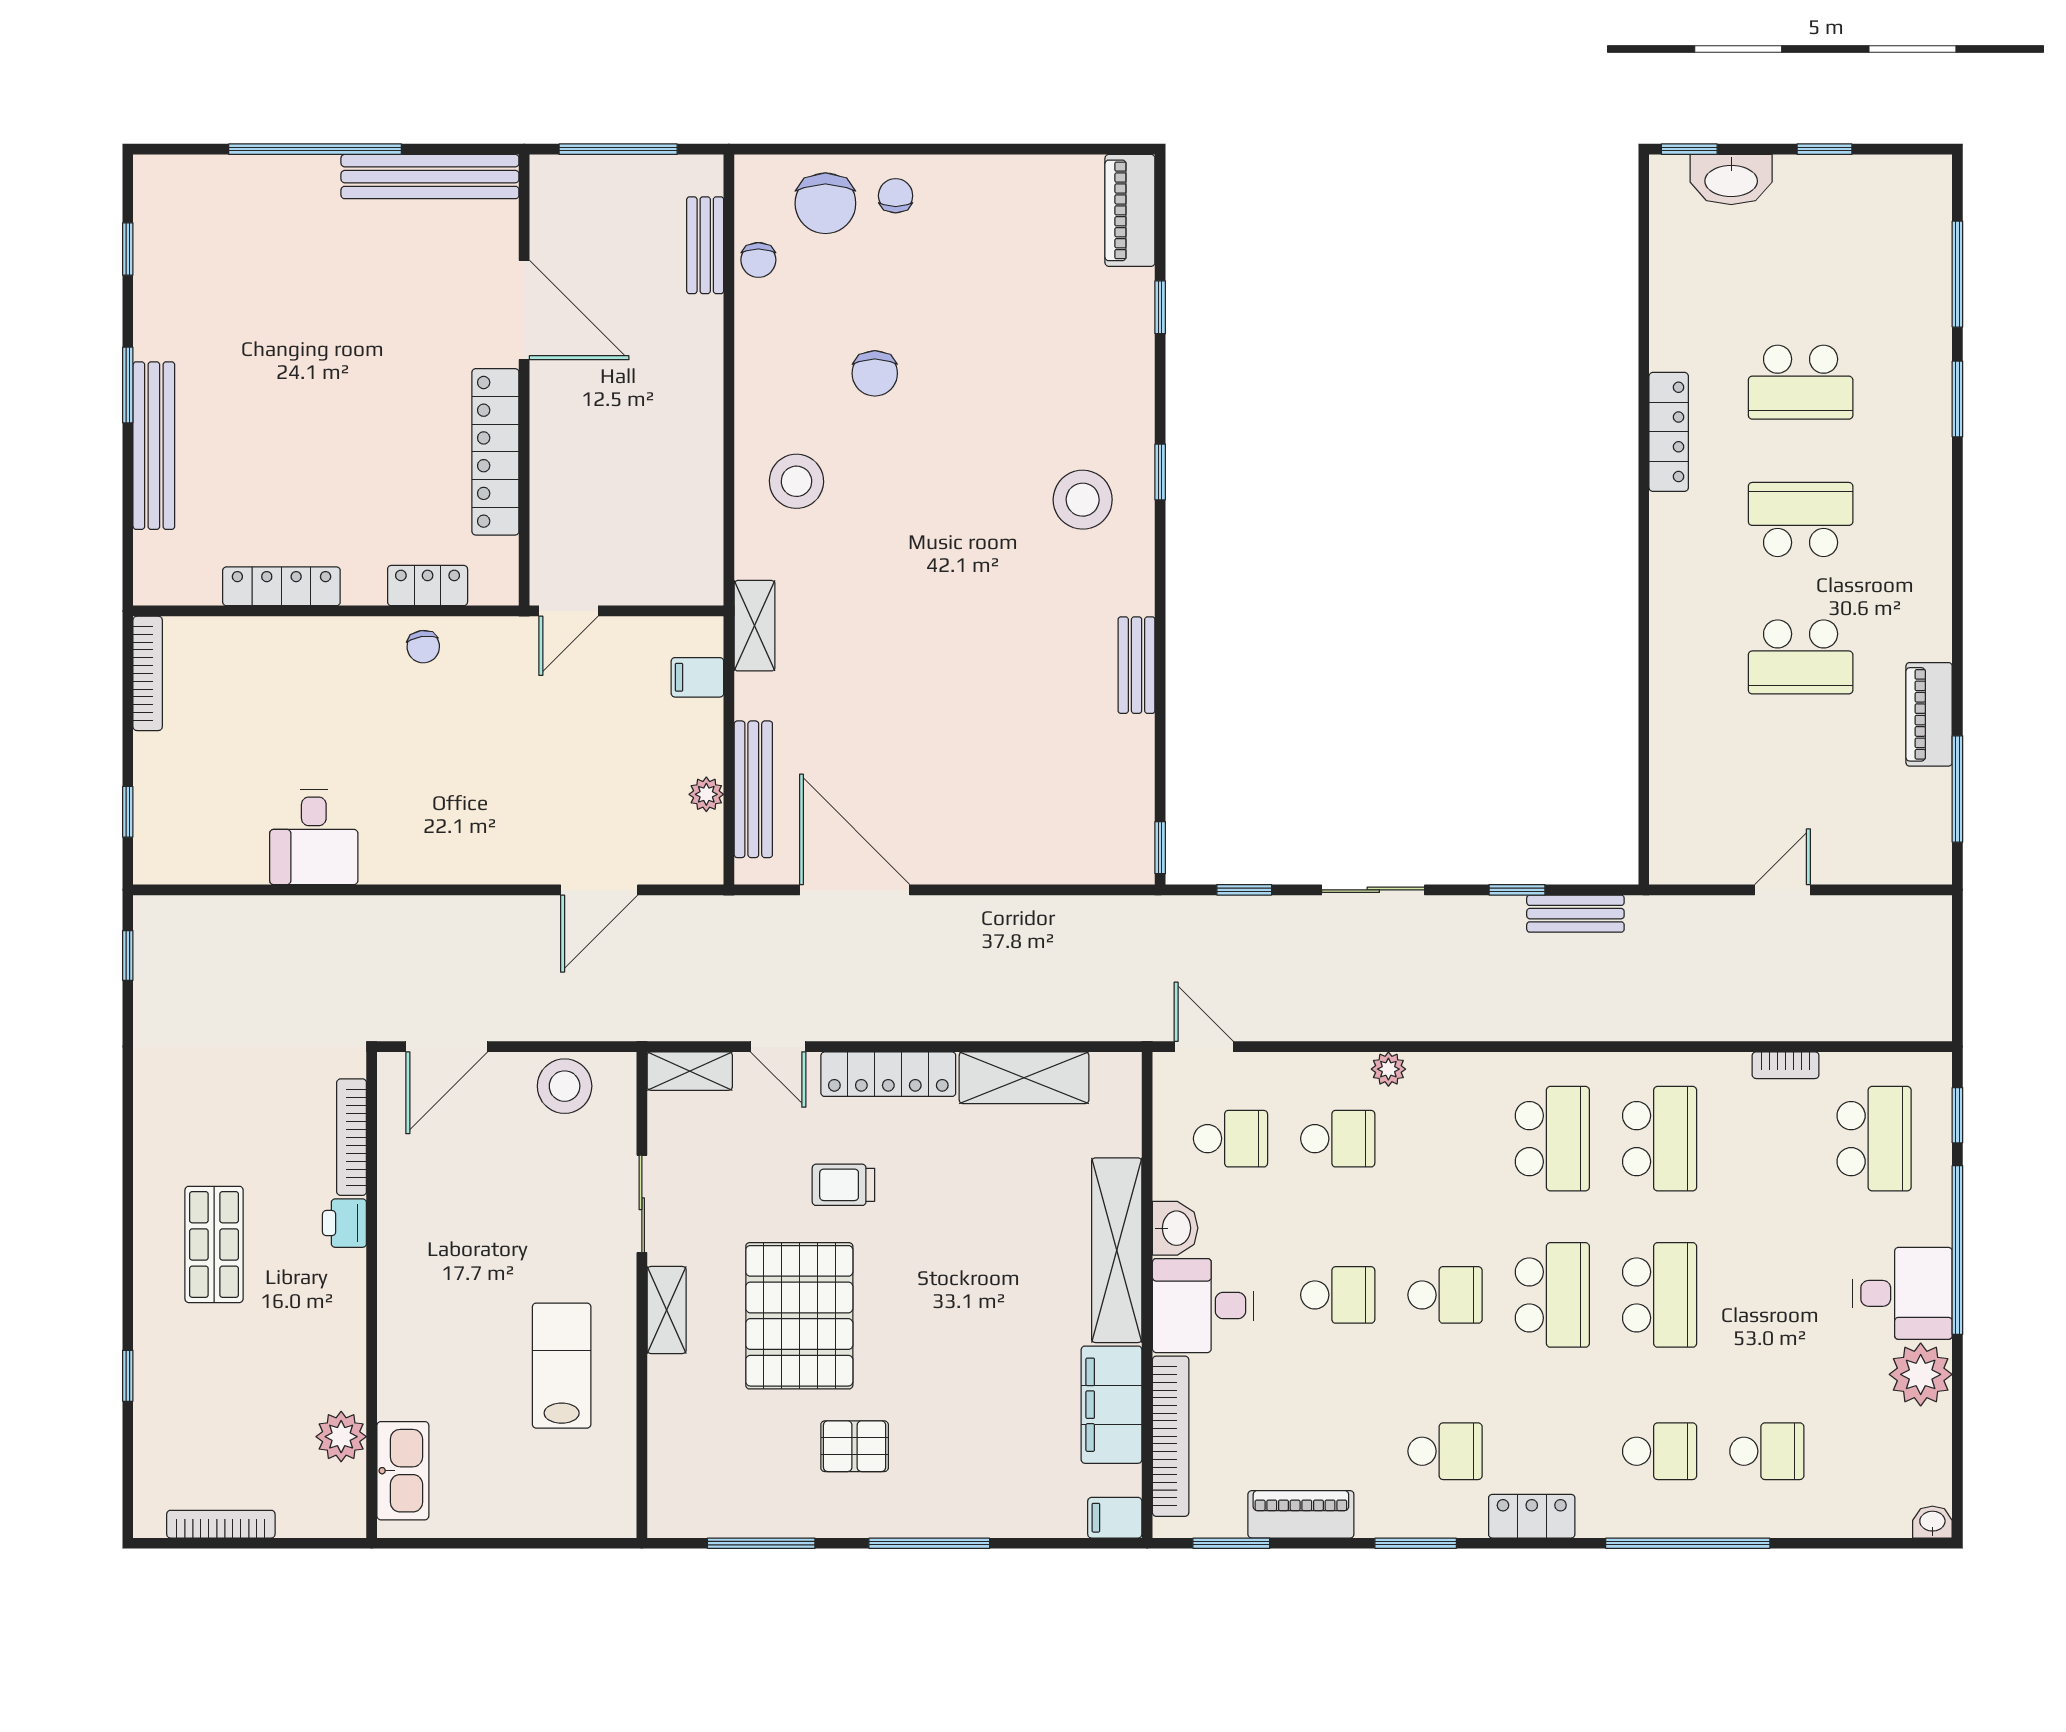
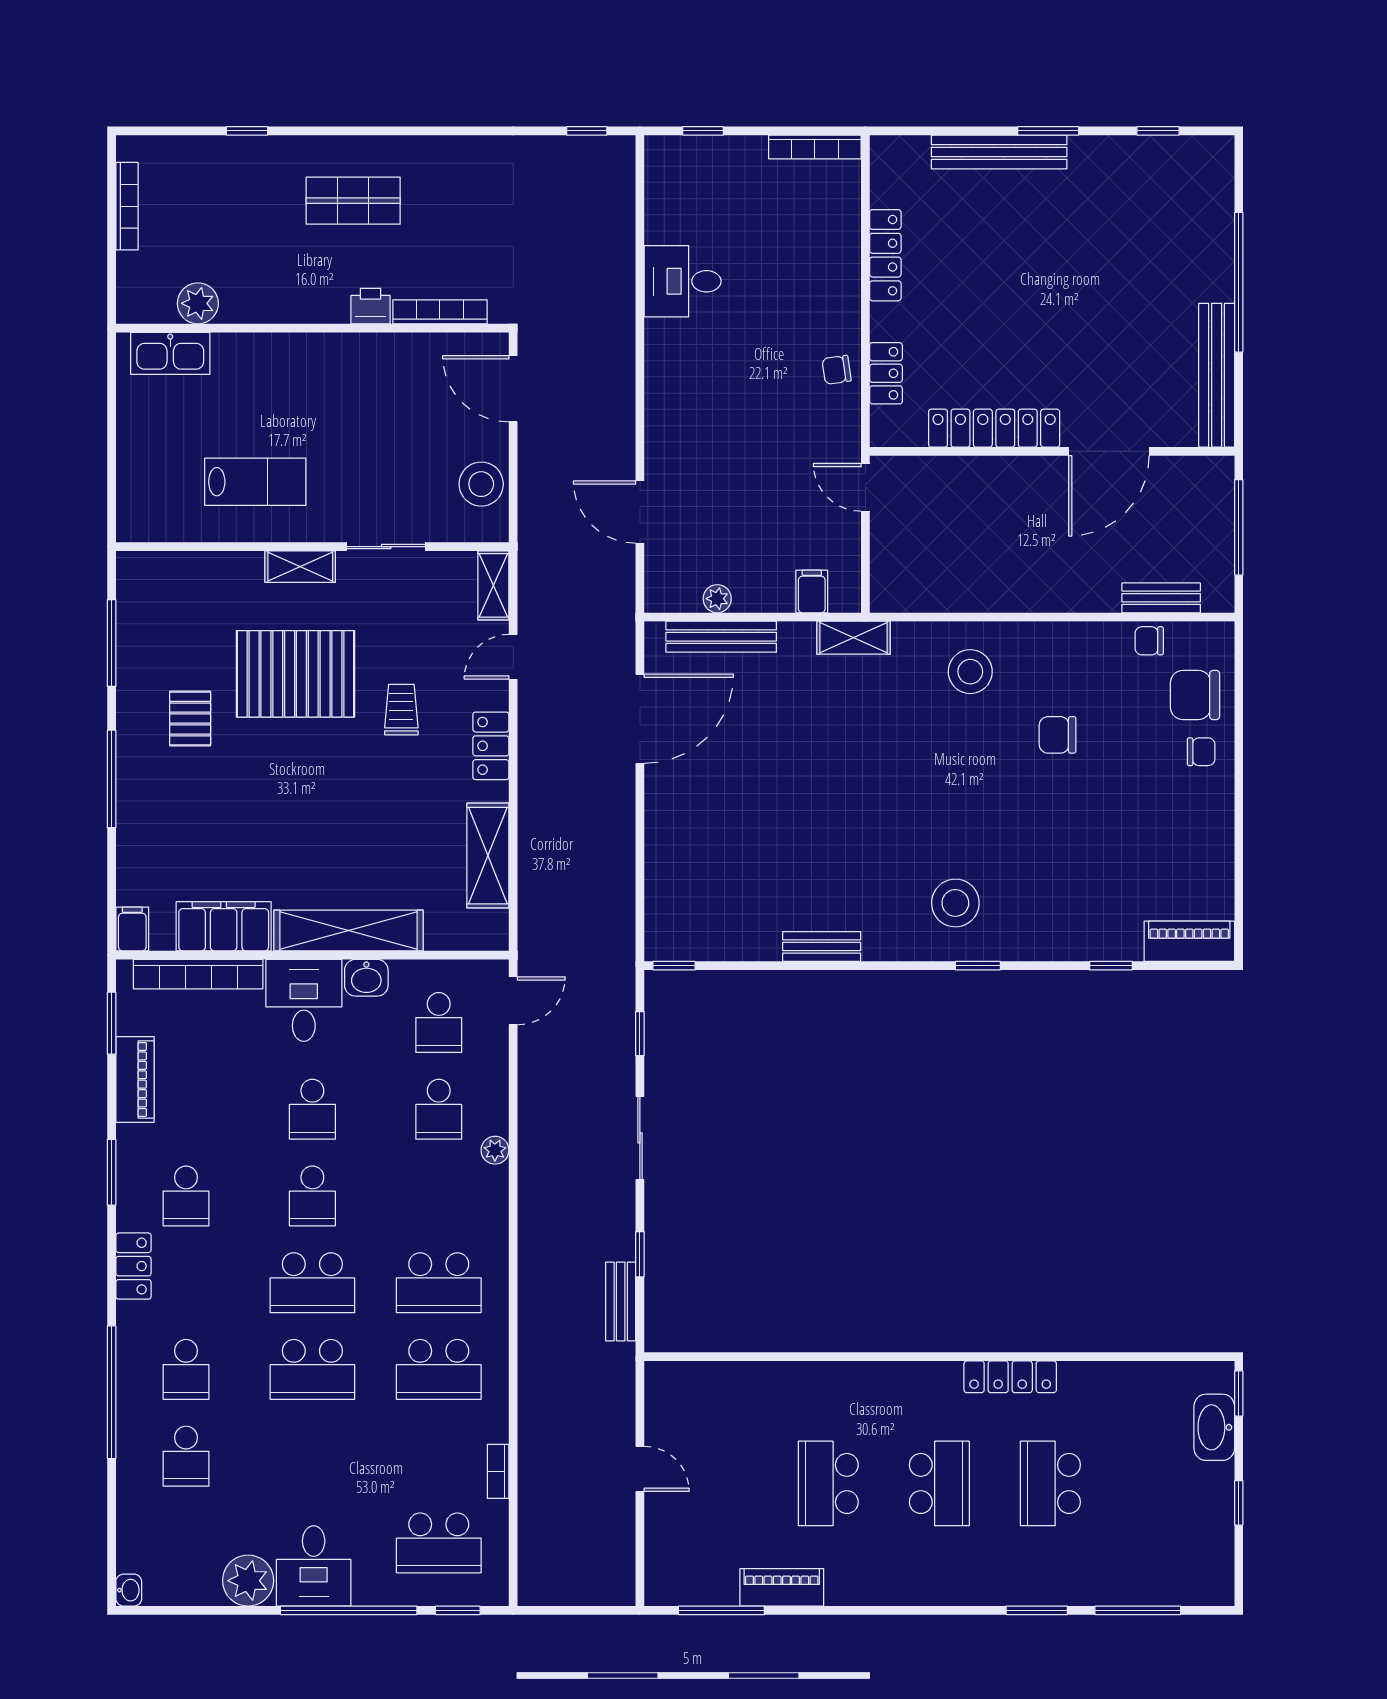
locker: (888, 1074) -> (491, 746), width x0.66

